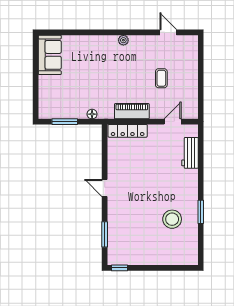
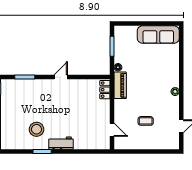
sofa: (50, 55) -> (158, 35), width x1.36
piano: (132, 111) -> (120, 85), moved
locker: (128, 131) -> (105, 90), width x0.66
workbench: (190, 153) -> (61, 143), moved

